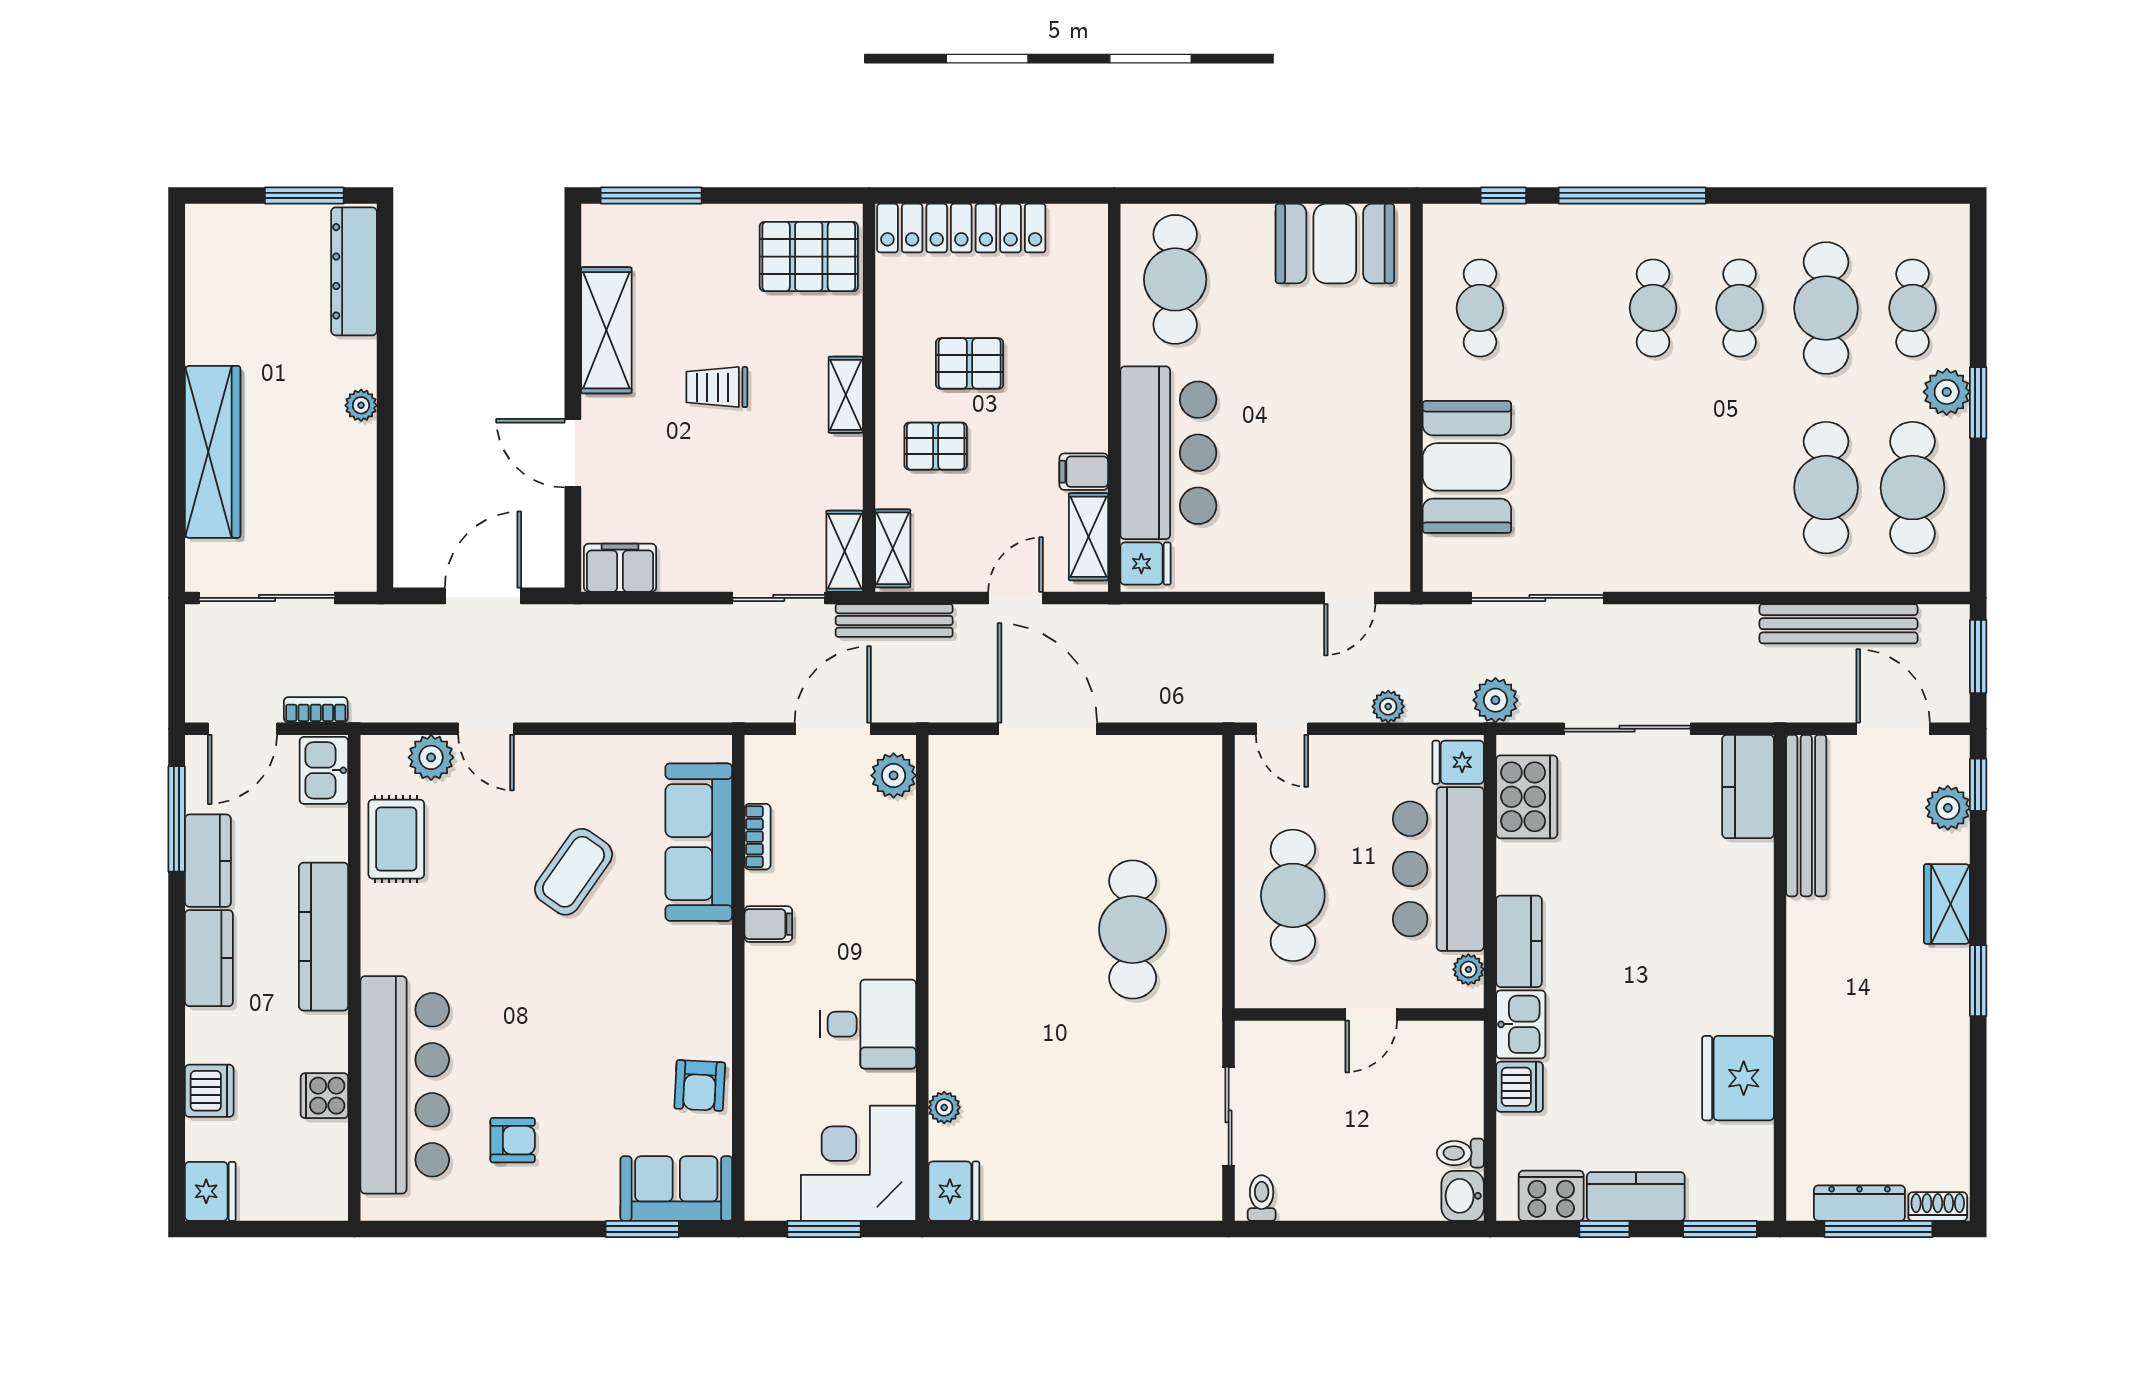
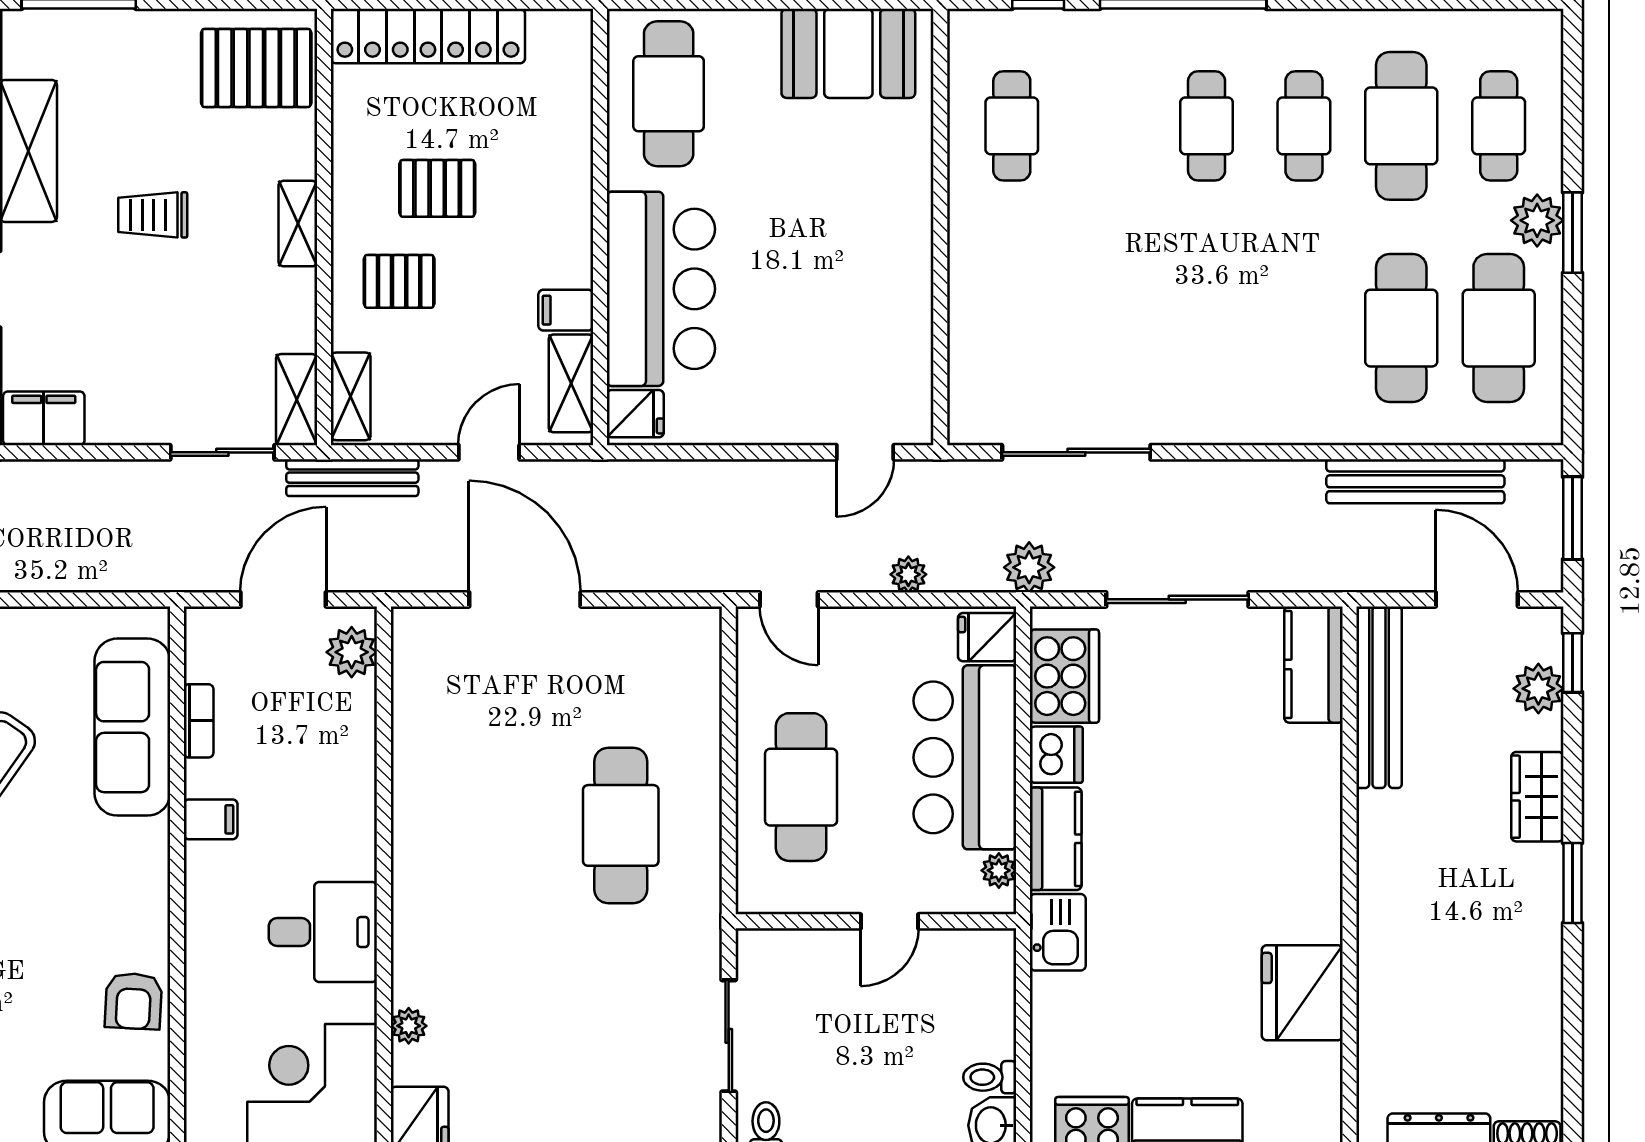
booth: (1467, 467) -> (997, 305), removed
dishwasher: (1520, 1087) -> (1056, 755), moved

